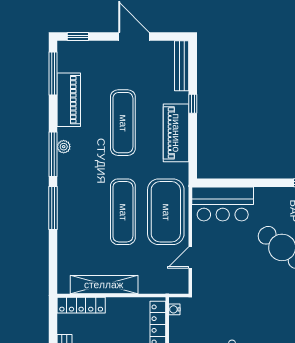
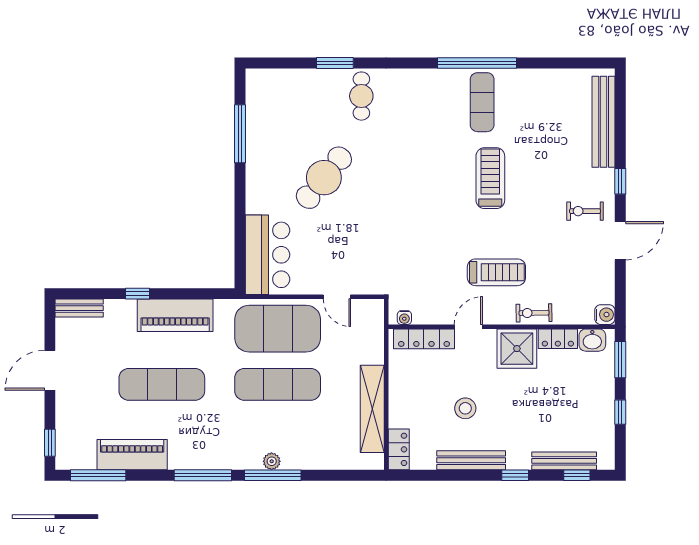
bench: (182, 66) -> (79, 308), width x0.73
plant: (64, 147) -> (272, 461), moved
locker: (81, 305) -> (399, 449), width x0.66

